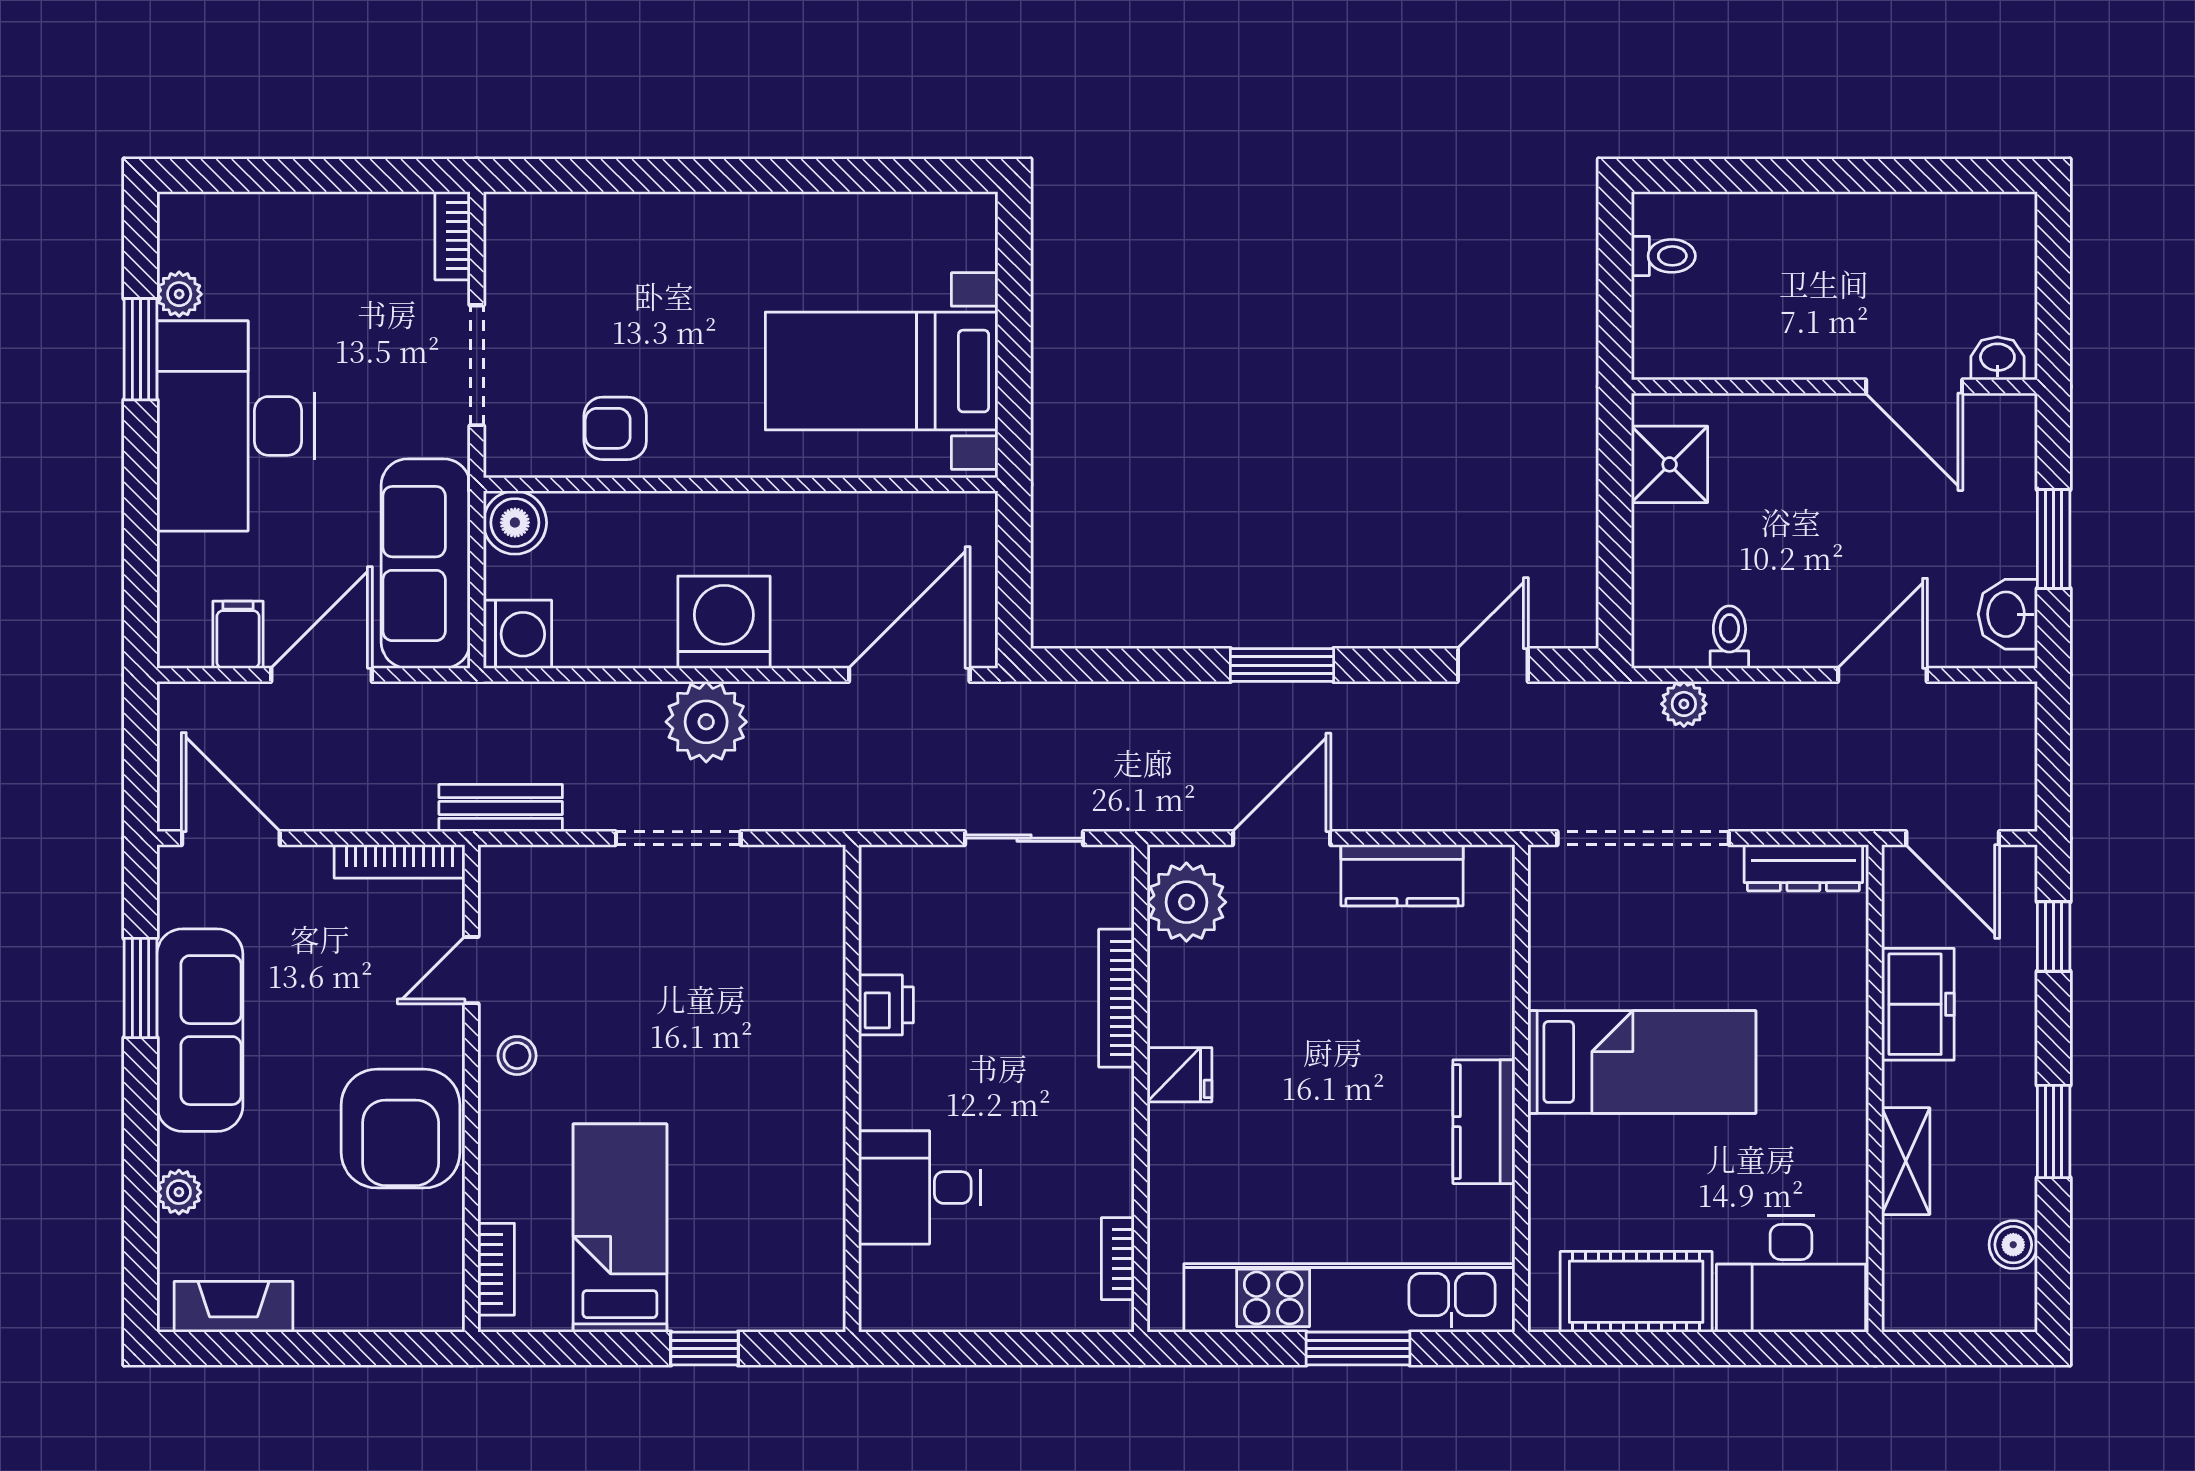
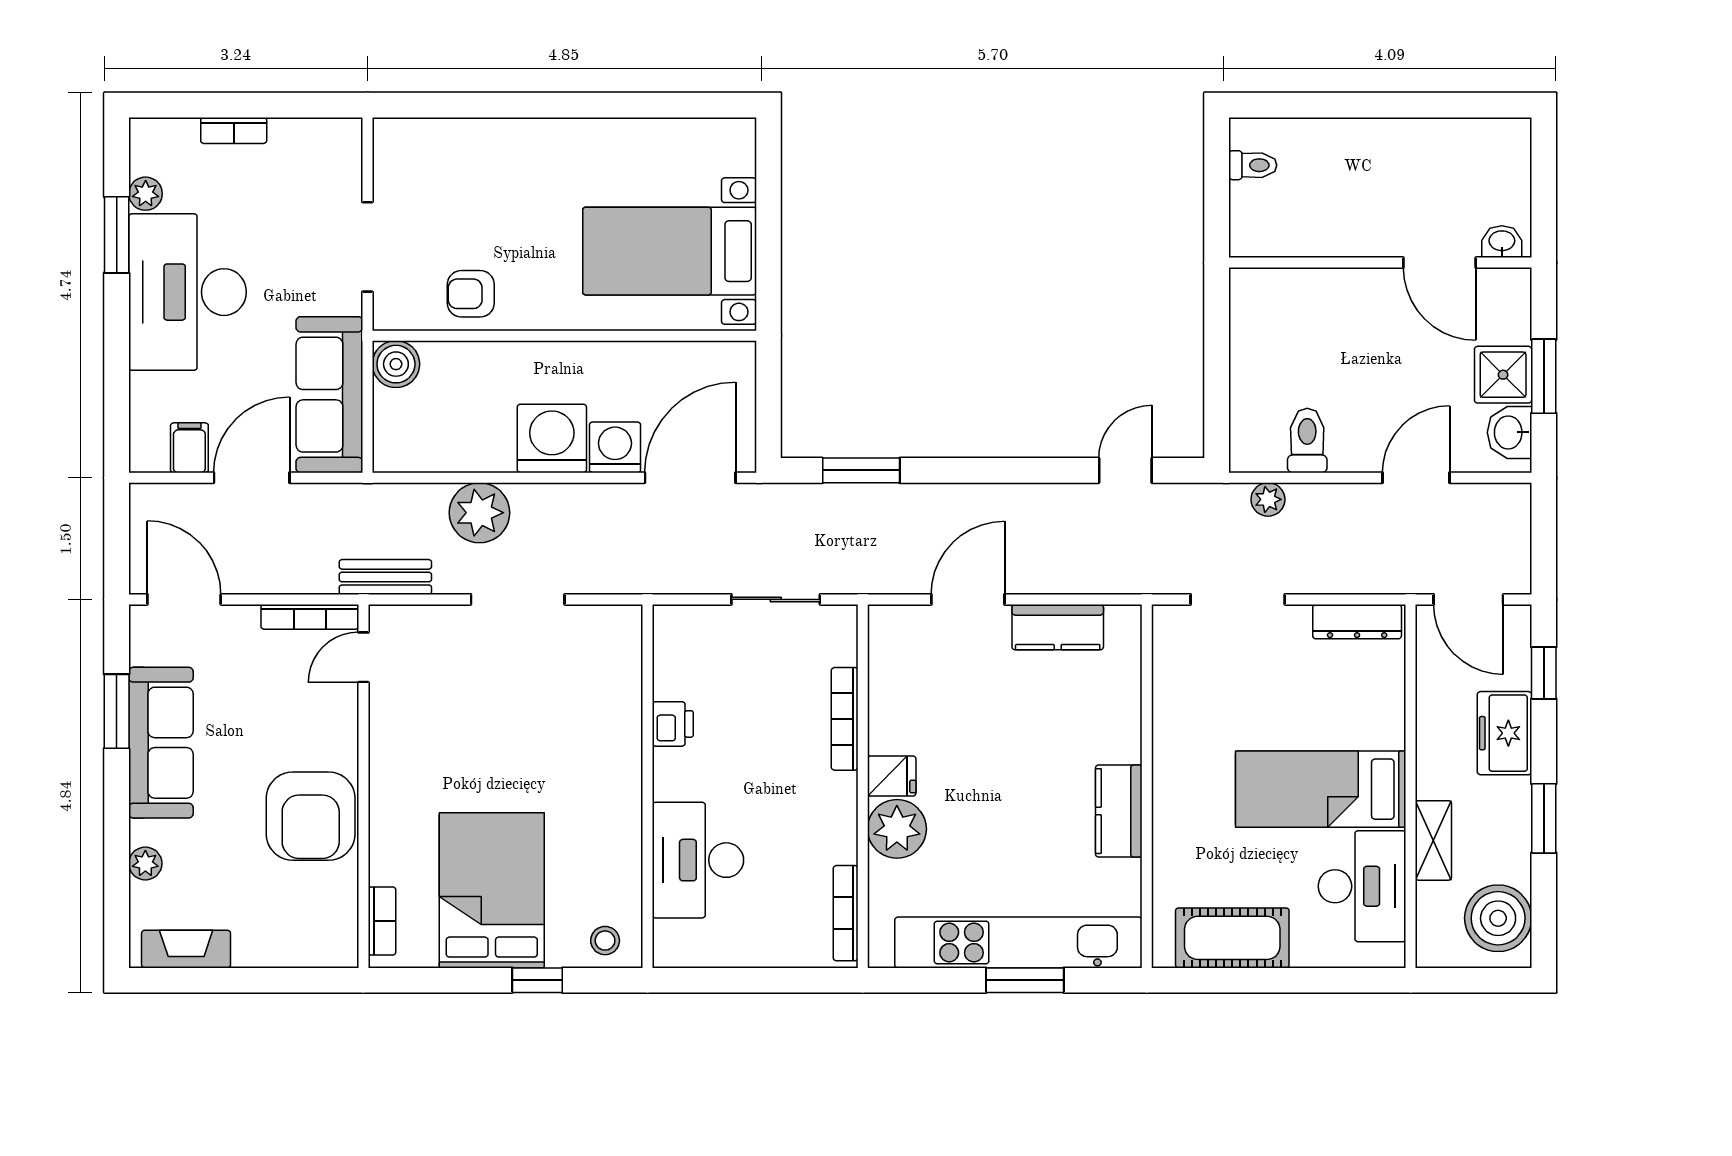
bookcase: (453, 236) -> (234, 130), moved, turned -90
shower: (1670, 464) -> (1503, 375), moved
washing machine: (517, 634) -> (615, 447), moved, turned -90
toilet: (1729, 637) -> (1307, 441), width x1.37, depth x1.39
window: (1282, 665) -> (861, 470), moved
plant: (706, 722) -> (479, 513), moved
doorway: (1643, 838) -> (1238, 599), width x0.73
plant: (1186, 902) -> (897, 829), moved
door: (471, 970) -> (363, 657), moved
freezer: (1918, 1004) -> (1504, 733), moved, turned 180
stool: (517, 1056) -> (605, 941), moved
bed: (1642, 1062) -> (1321, 789), moved, turned 180
desk: (920, 1188) -> (698, 860), width x1.37
bed: (620, 1228) -> (492, 890), width x1.50
boiler: (2013, 1245) -> (1498, 918), width x1.86, depth x1.86
bookcase: (1118, 1259) -> (846, 913), width x1.56
desk: (1791, 1274) -> (1362, 886), moved, turned -90

